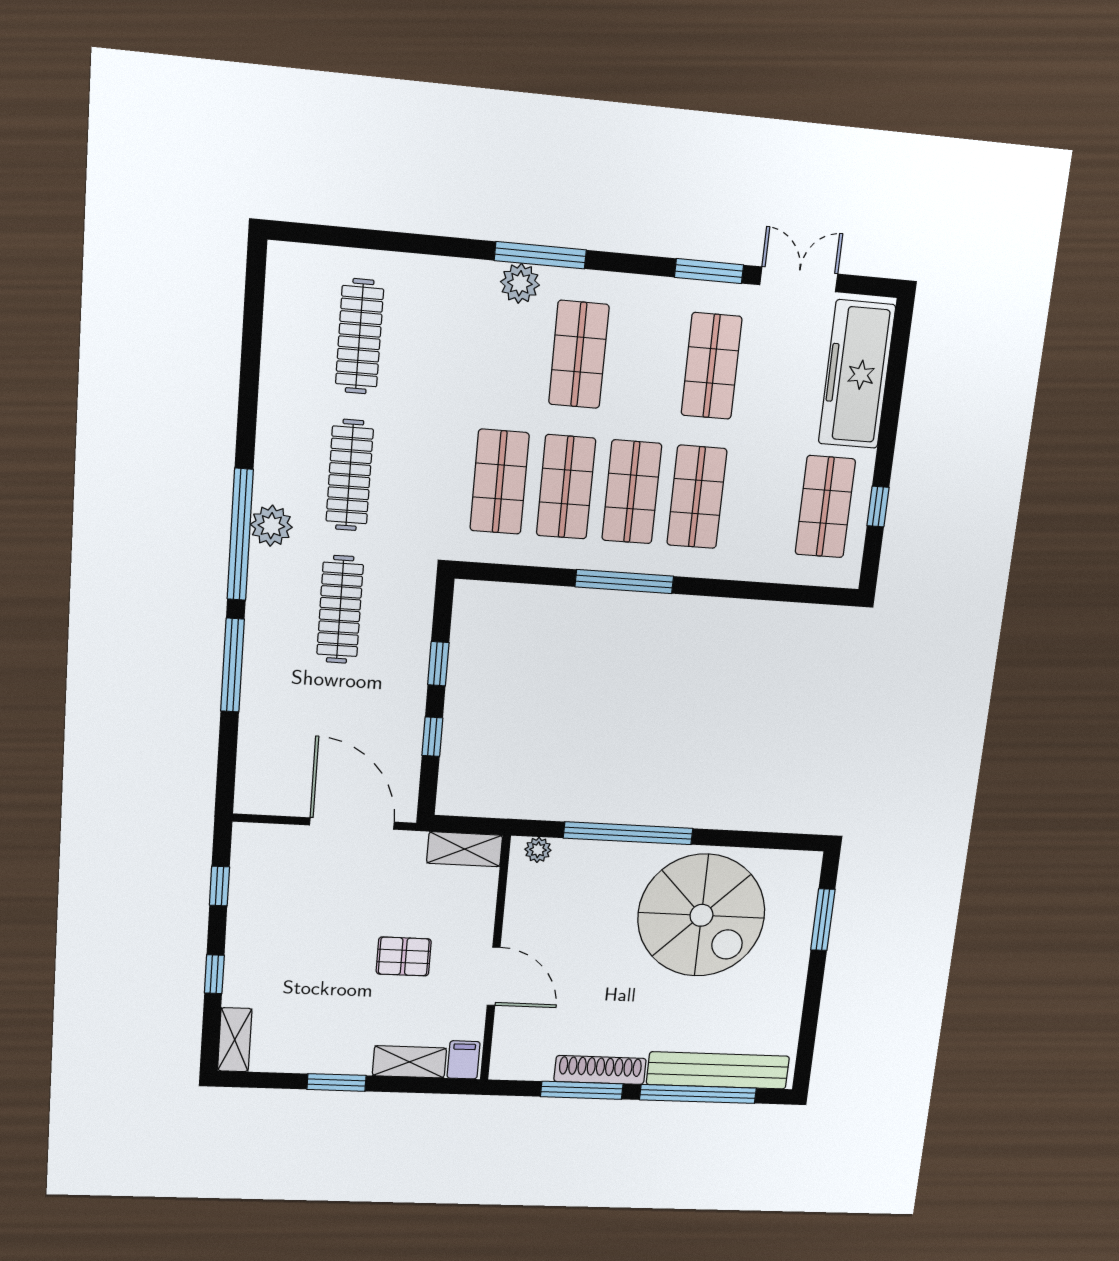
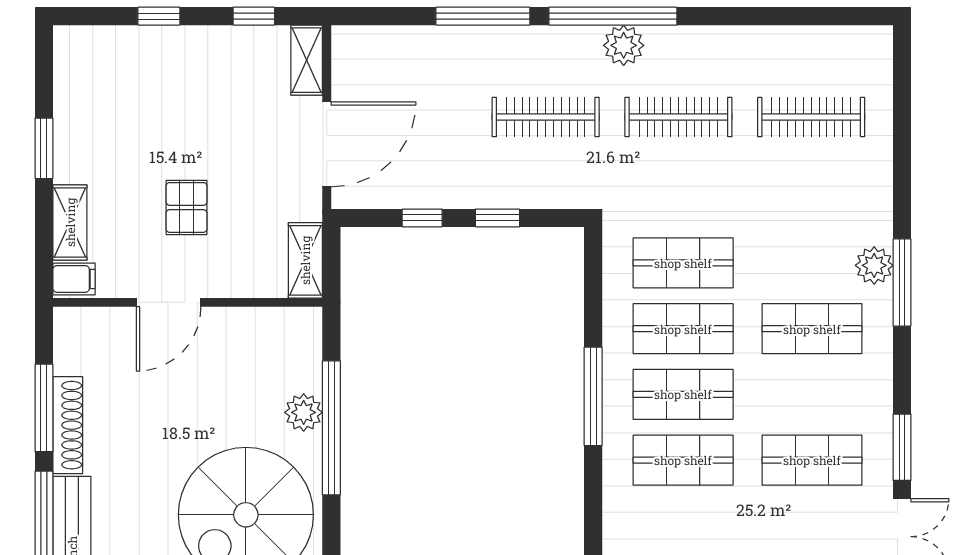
plant: (538, 850) -> (304, 412), moved, width x1.38, depth x1.38
shelving: (235, 1040) -> (307, 60), moved, turned 90

